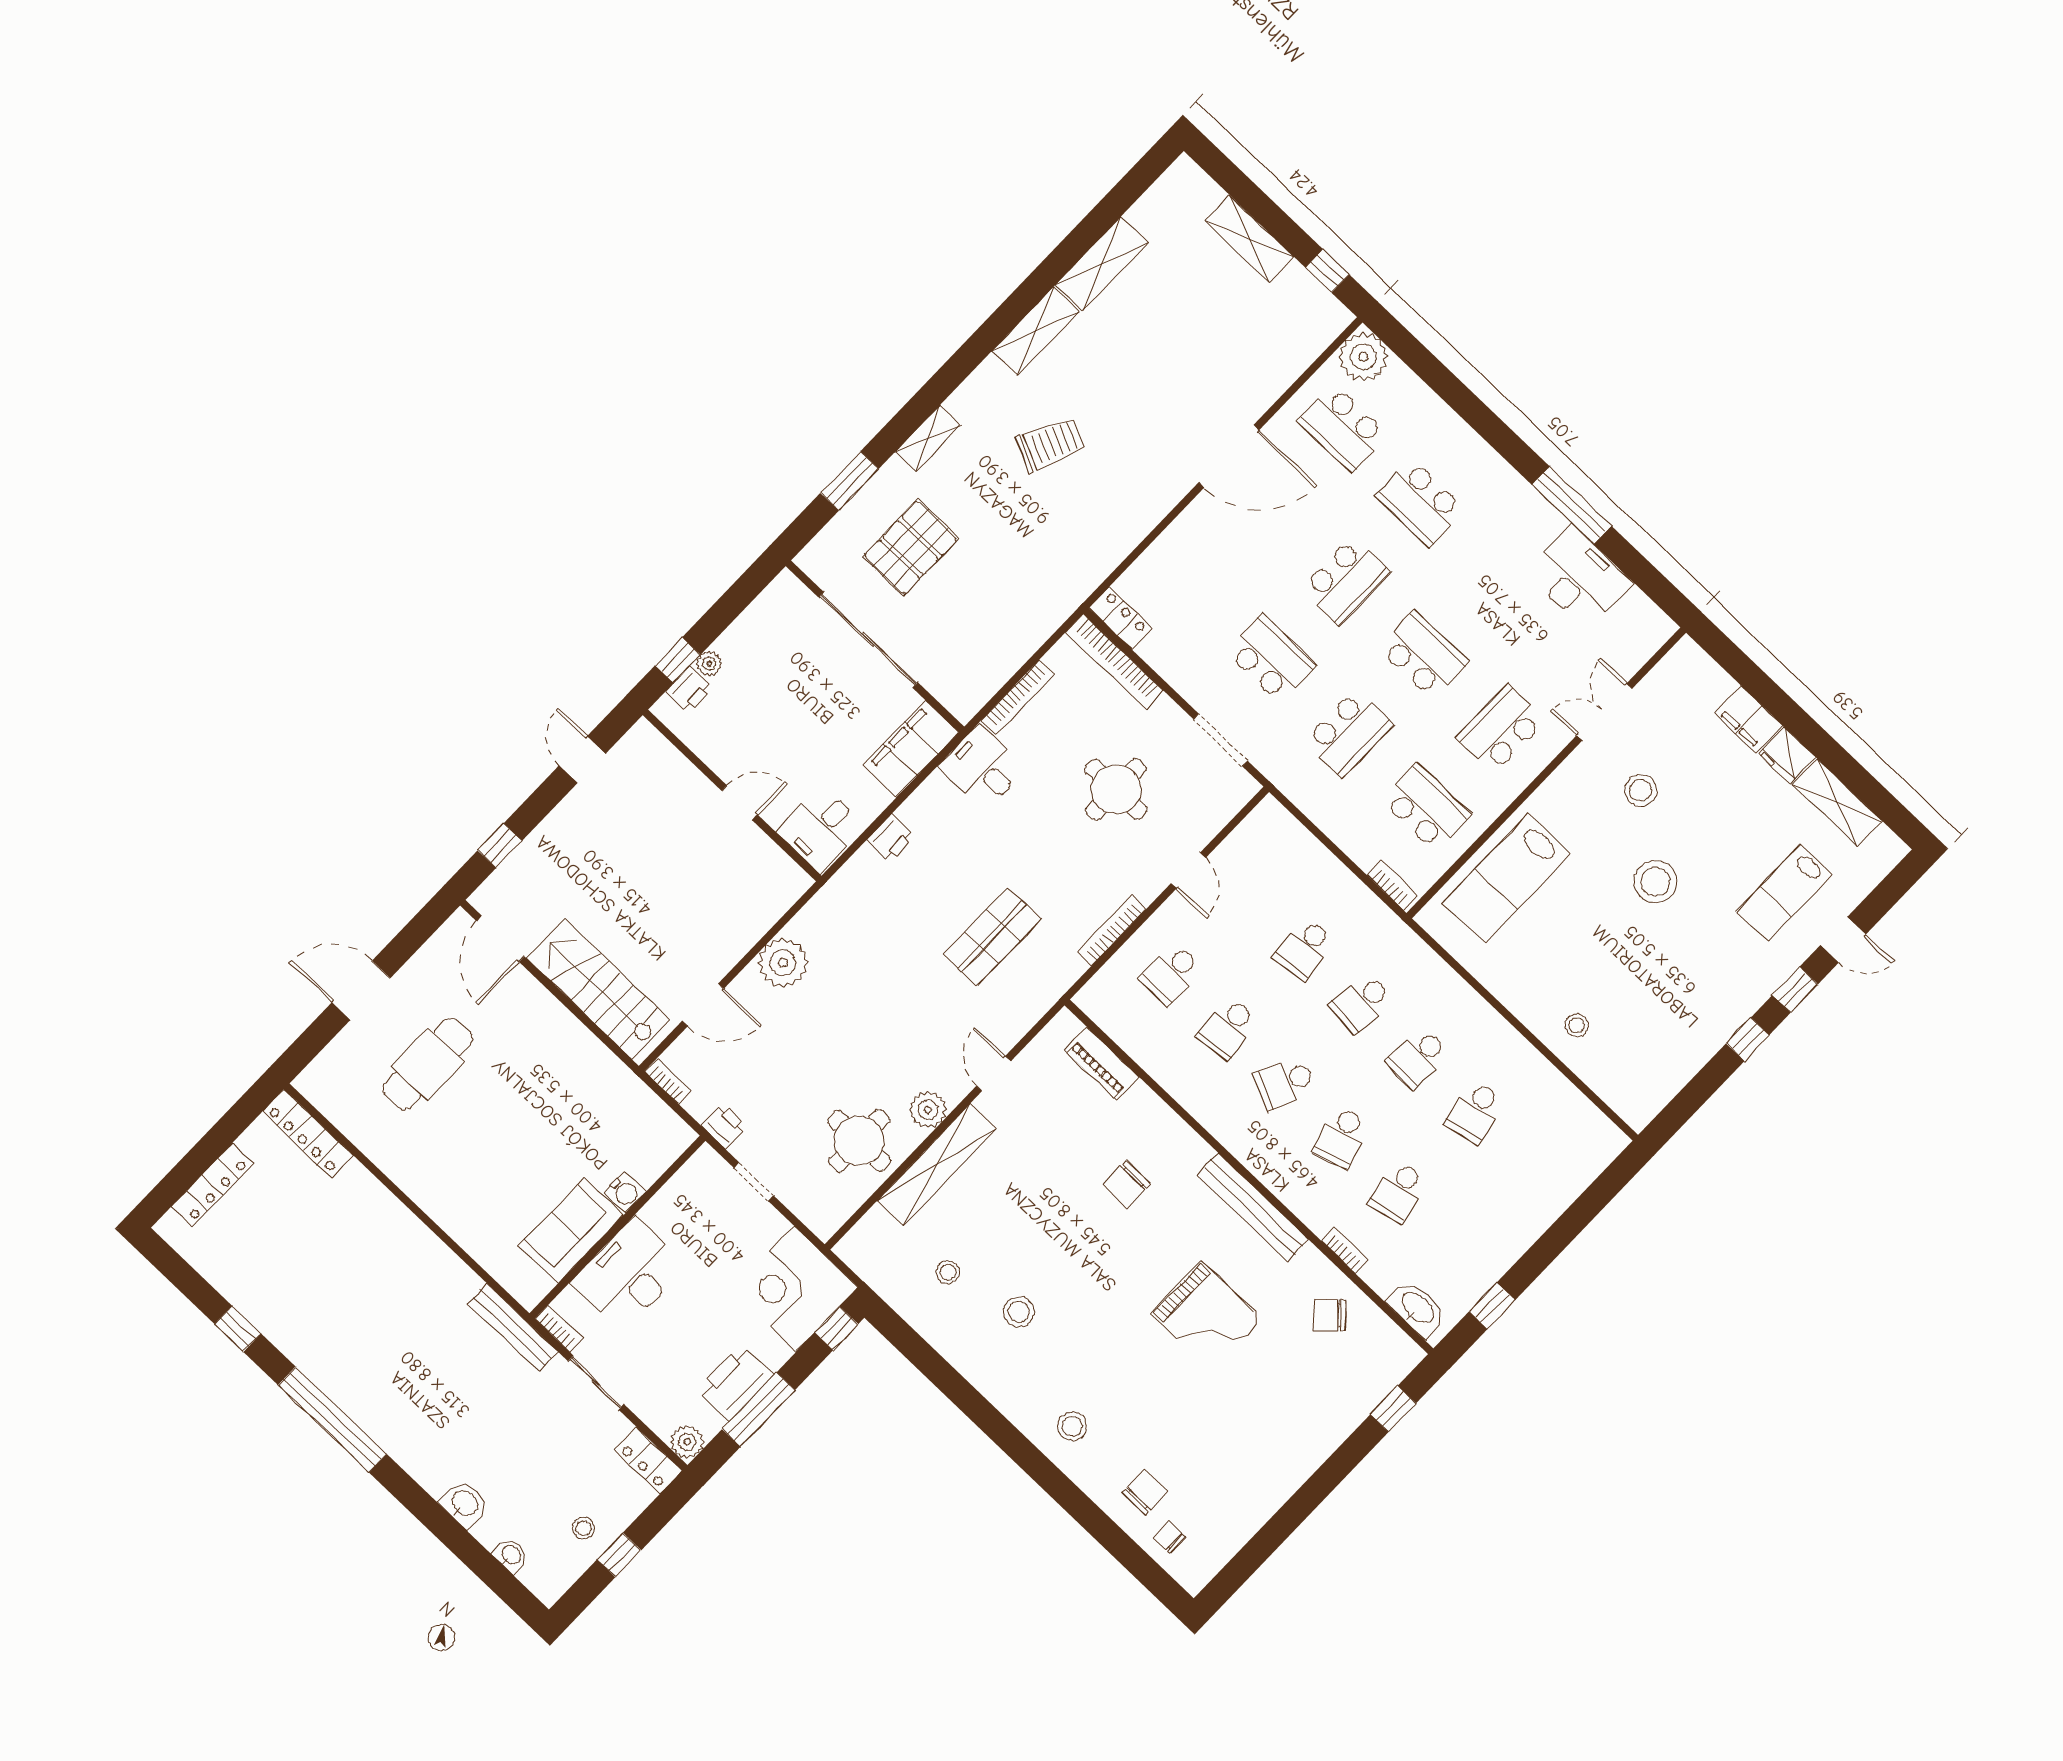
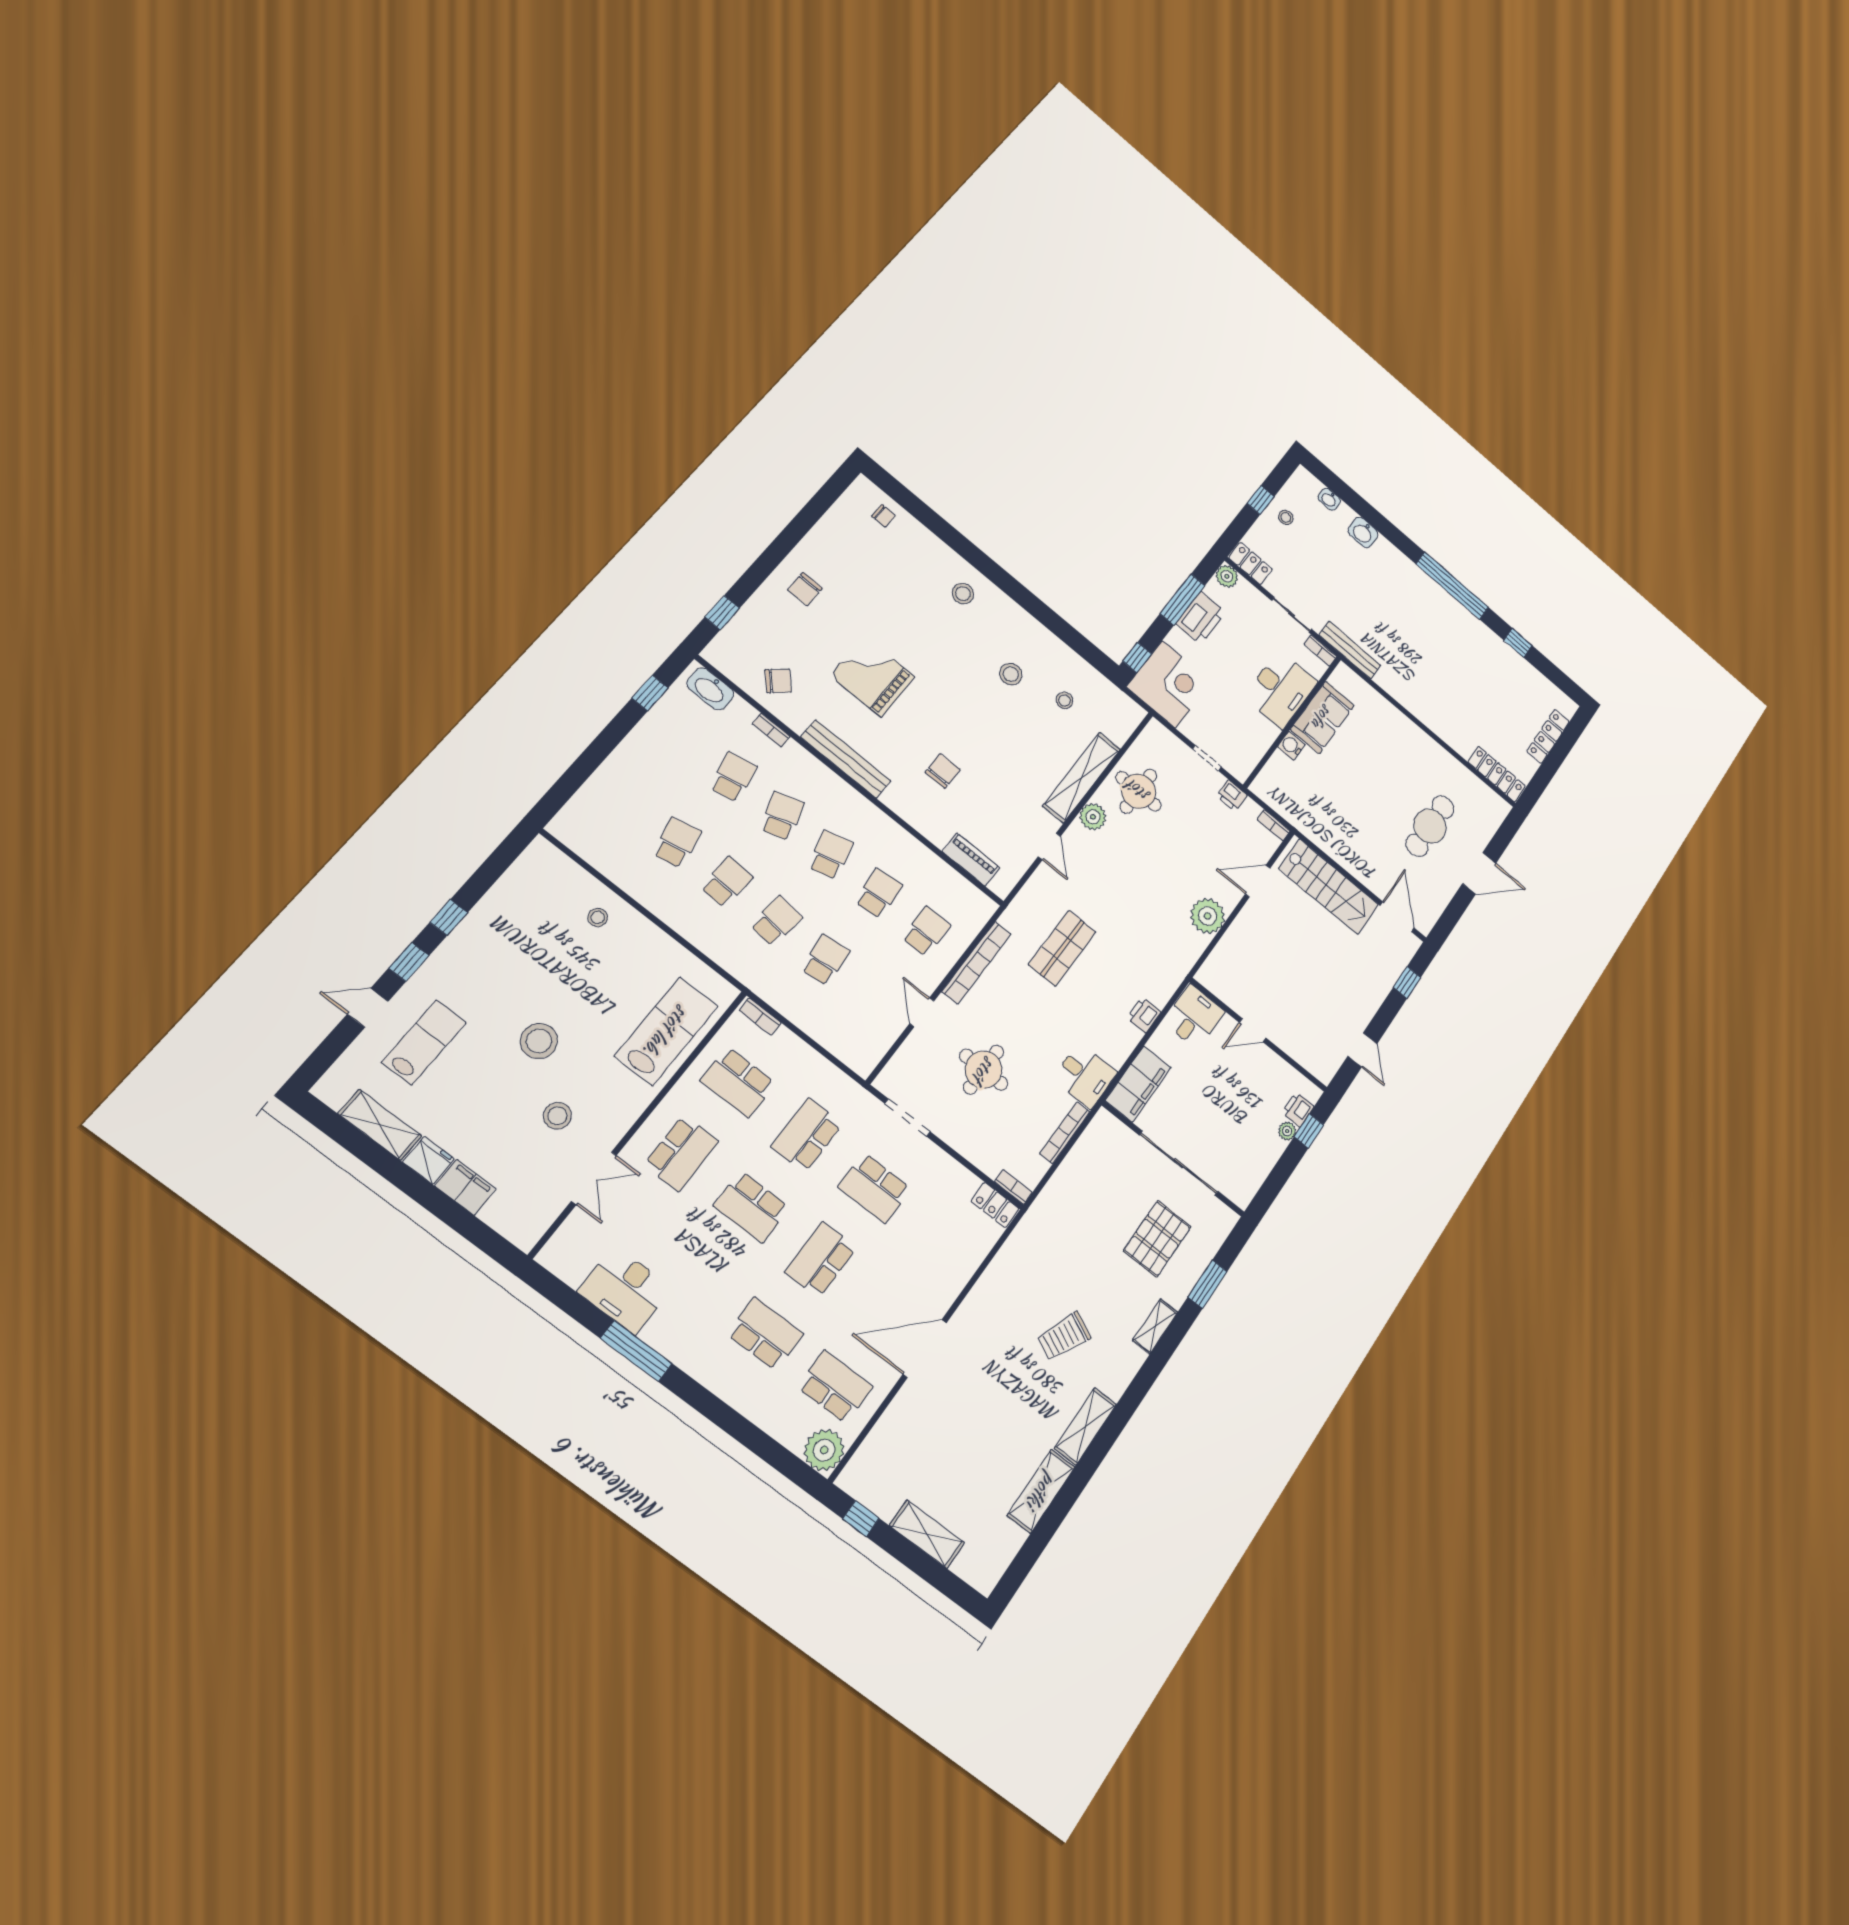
bookcase: (1115, 661) -> (1013, 1187), width x0.43, depth x0.76
bookcase: (1112, 930) -> (977, 963), width x1.48, depth x1.31
school desk: (1285, 1083) -> (831, 855), turned -39
chair: (1145, 1493) -> (805, 589), moved

